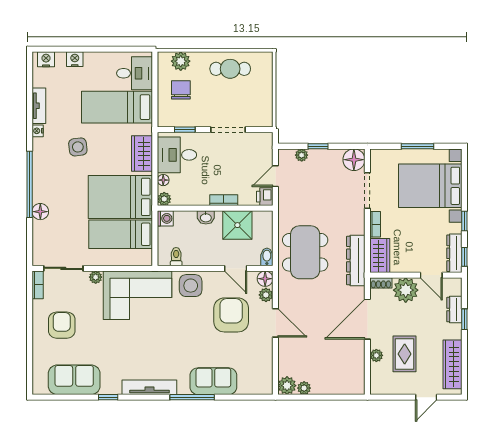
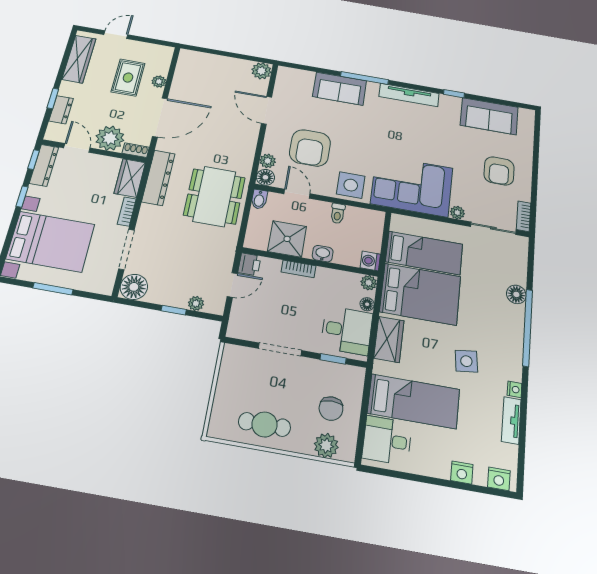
toilet: (176, 257) -> (338, 213), moved
door: (275, 323) -> (267, 110), moved
plant: (304, 388) -> (244, 65), removed

